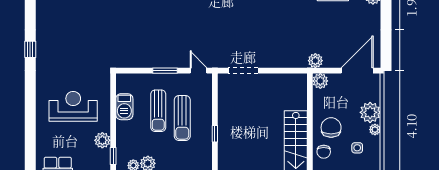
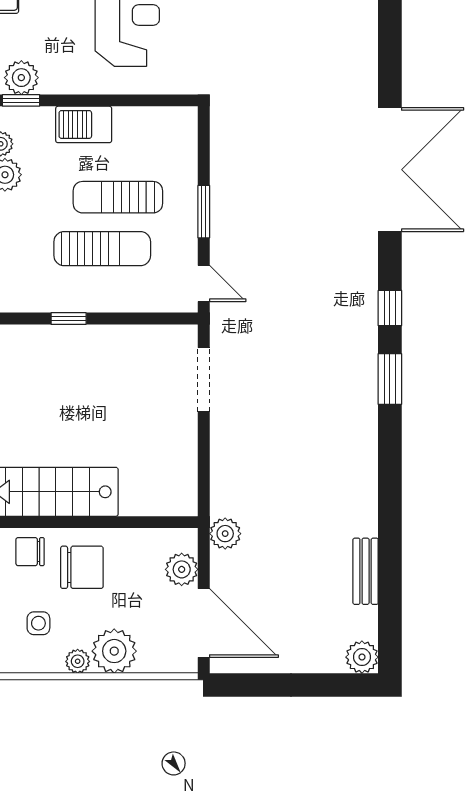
door: (199, 71) -> (204, 283), hinge flipped
plant: (320, 81) -> (182, 569), moved
barbecue: (124, 107) -> (84, 124), moved
sun lounger: (182, 118) -> (102, 249), turned 180
plant: (102, 140) -> (21, 78), moved

